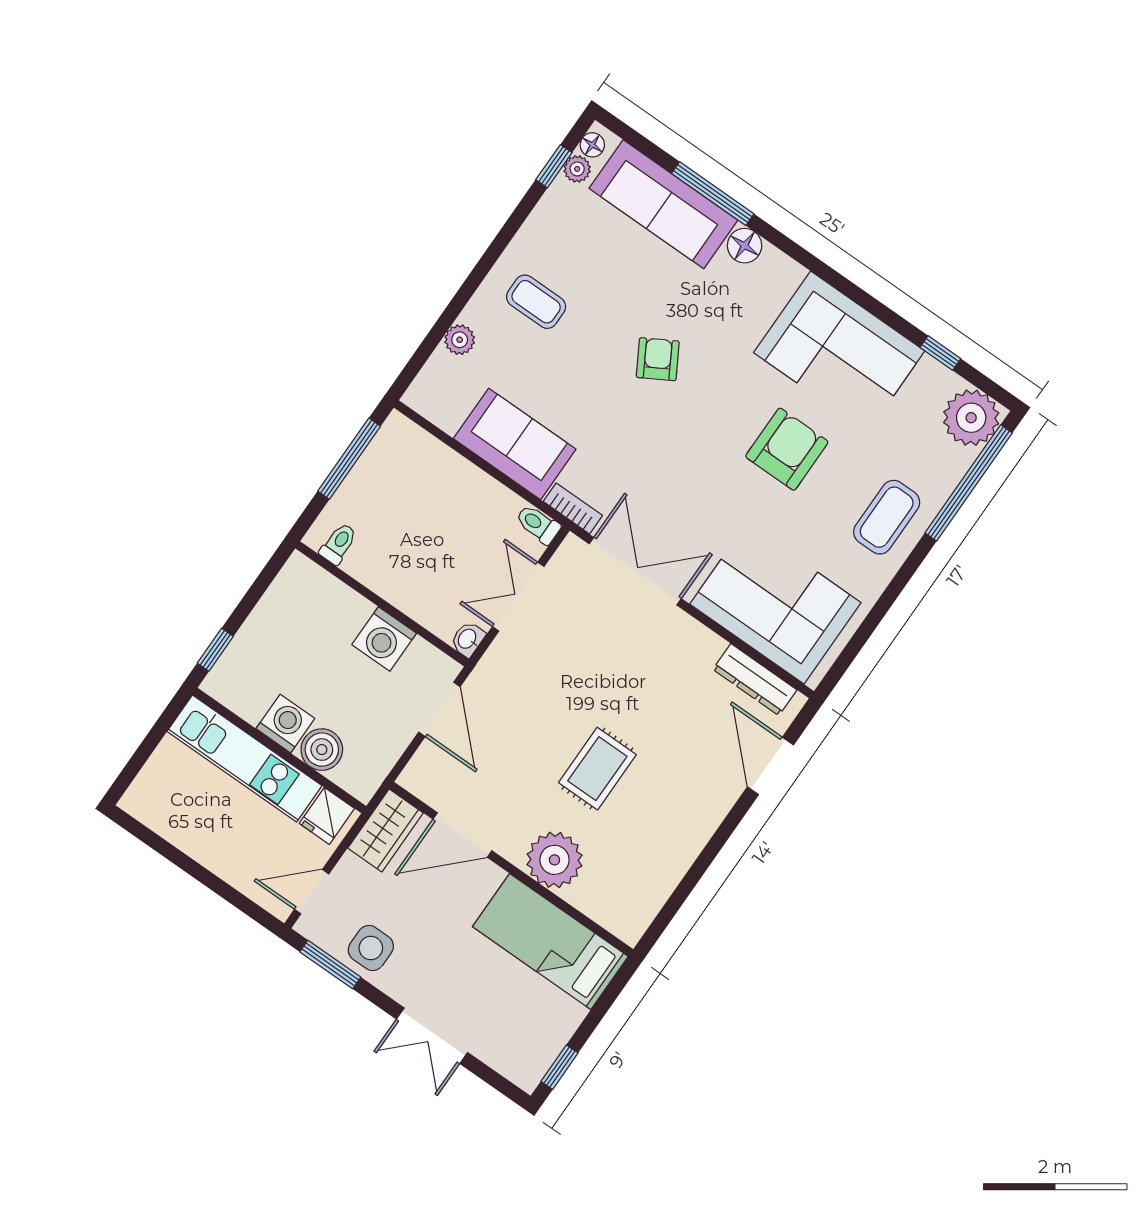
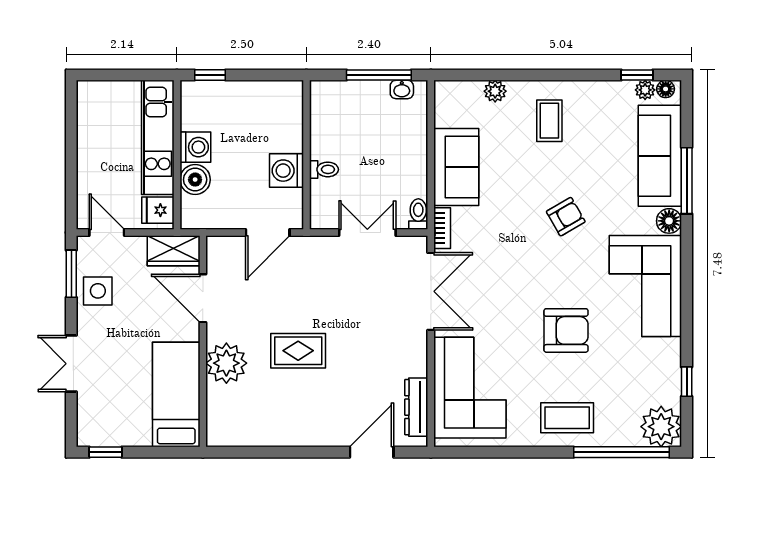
corner sofa: (839, 352) -> (645, 286), moved
toilet: (338, 544) -> (324, 169), moved
washbasin: (468, 639) -> (402, 89), moved, turned 180

